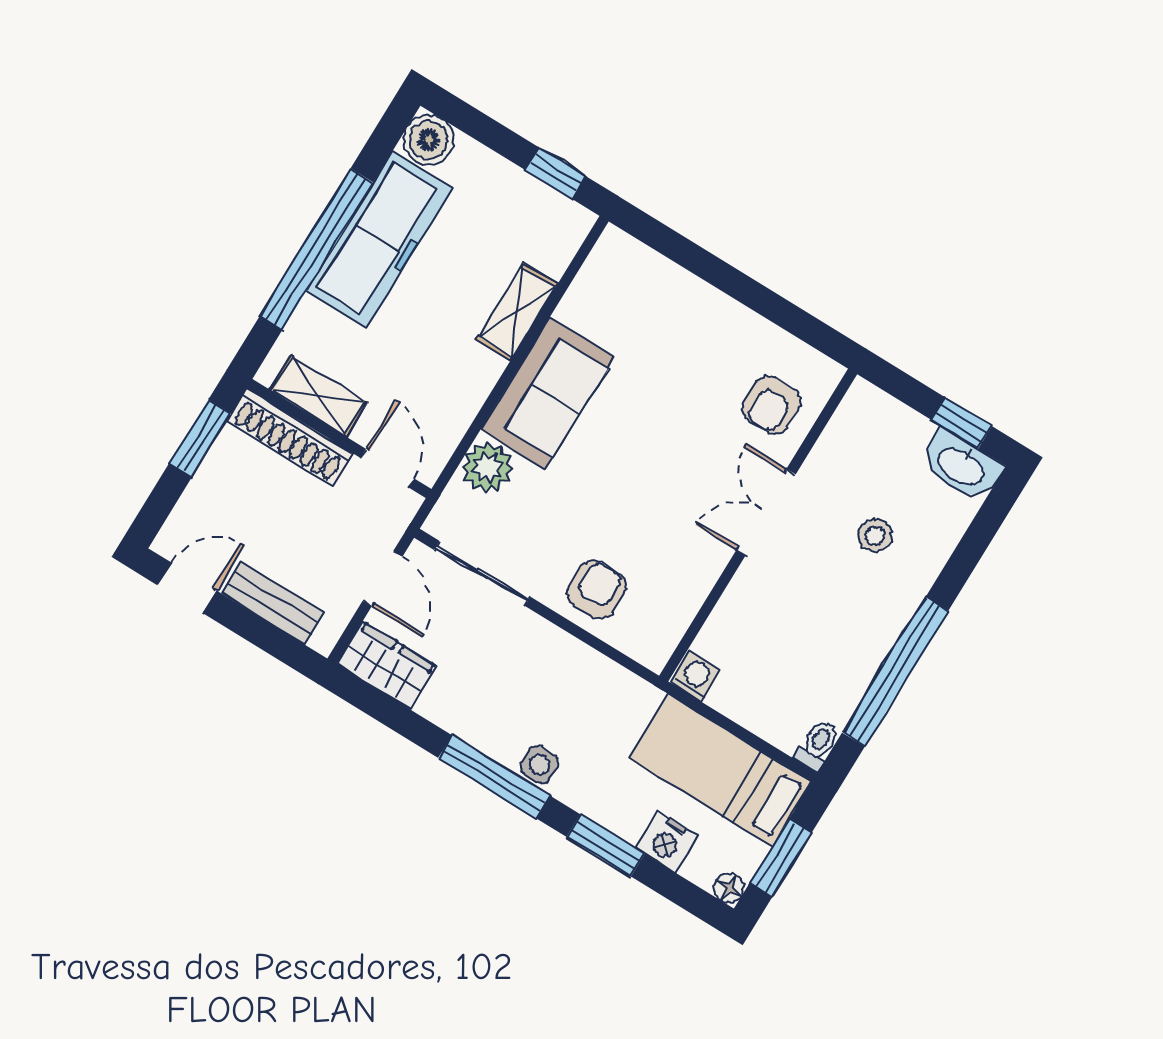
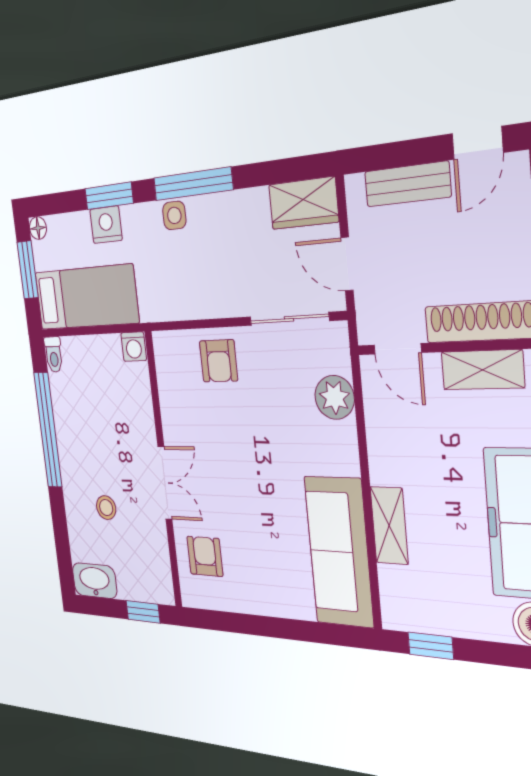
sofa: (548, 393) -> (339, 552), moved, width x1.36
window: (962, 423) -> (143, 612), moved
nightstand: (667, 842) -> (106, 225), moved

